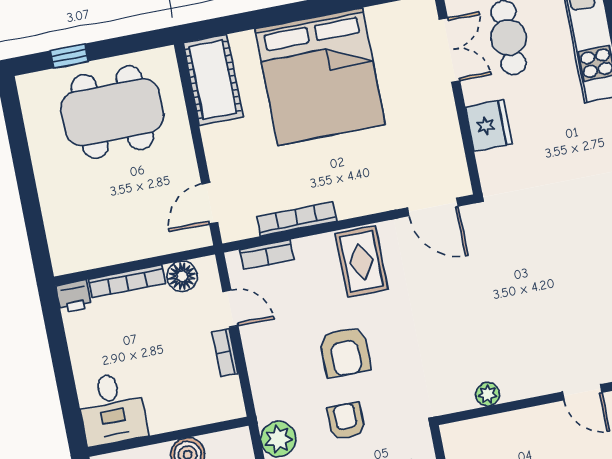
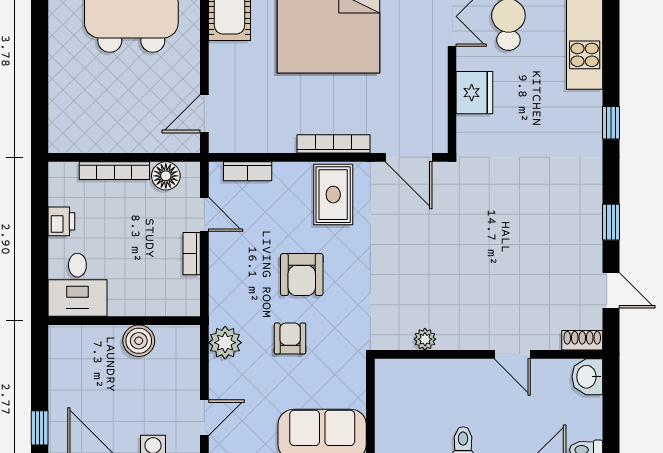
bookcase: (297, 219) -> (333, 144), moved
printer: (74, 296) -> (61, 221), moved, turned -90

